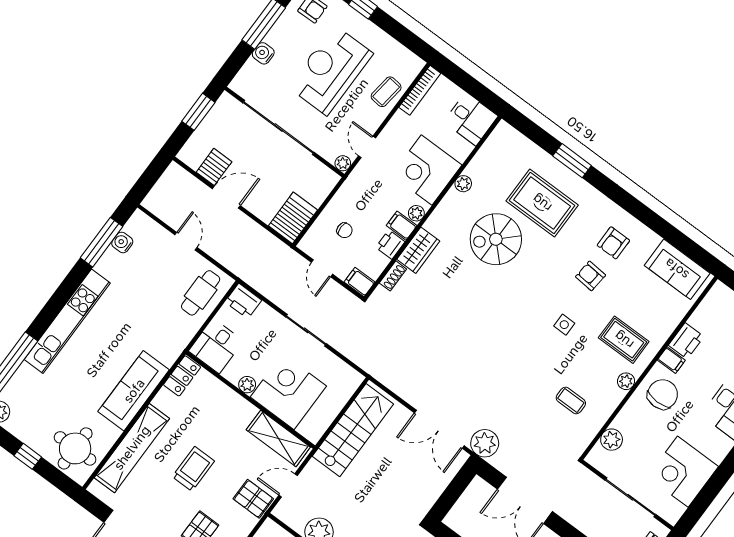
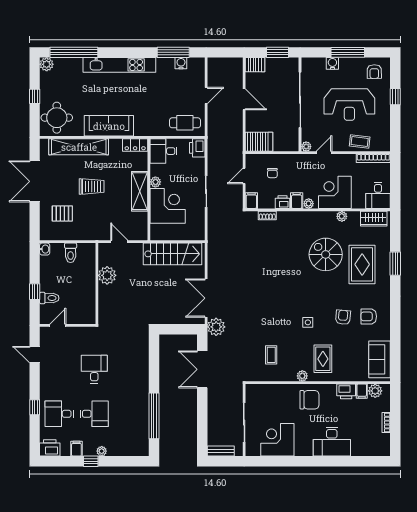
reception desk: (331, 70) -> (349, 105), turned 180
server rack: (214, 167) -> (255, 65), moved
wardrobe: (418, 250) -> (374, 219), moved
filing cabinet: (671, 360) -> (362, 391), moved
shelving: (278, 438) -> (140, 191), moved
plant: (612, 440) -> (375, 391), moved
pallet: (253, 499) -> (99, 229), removed

